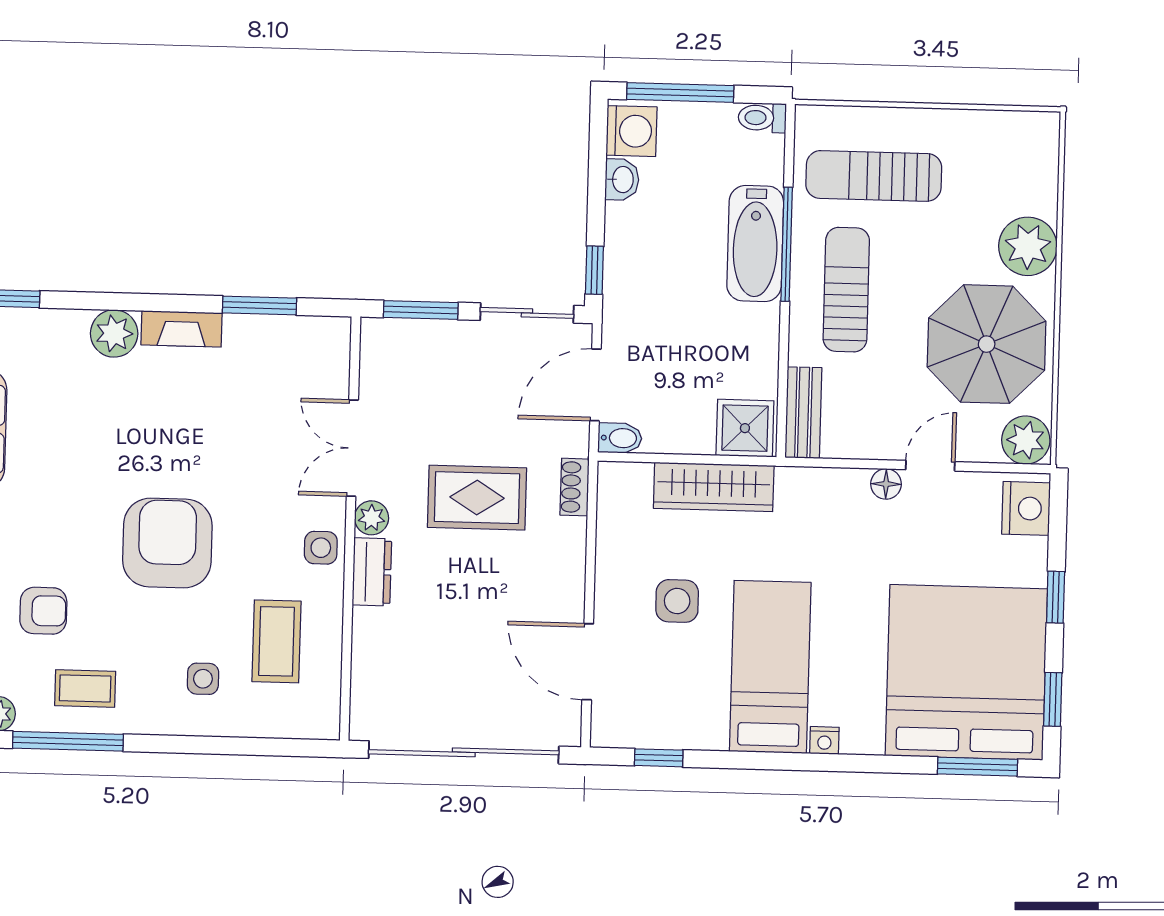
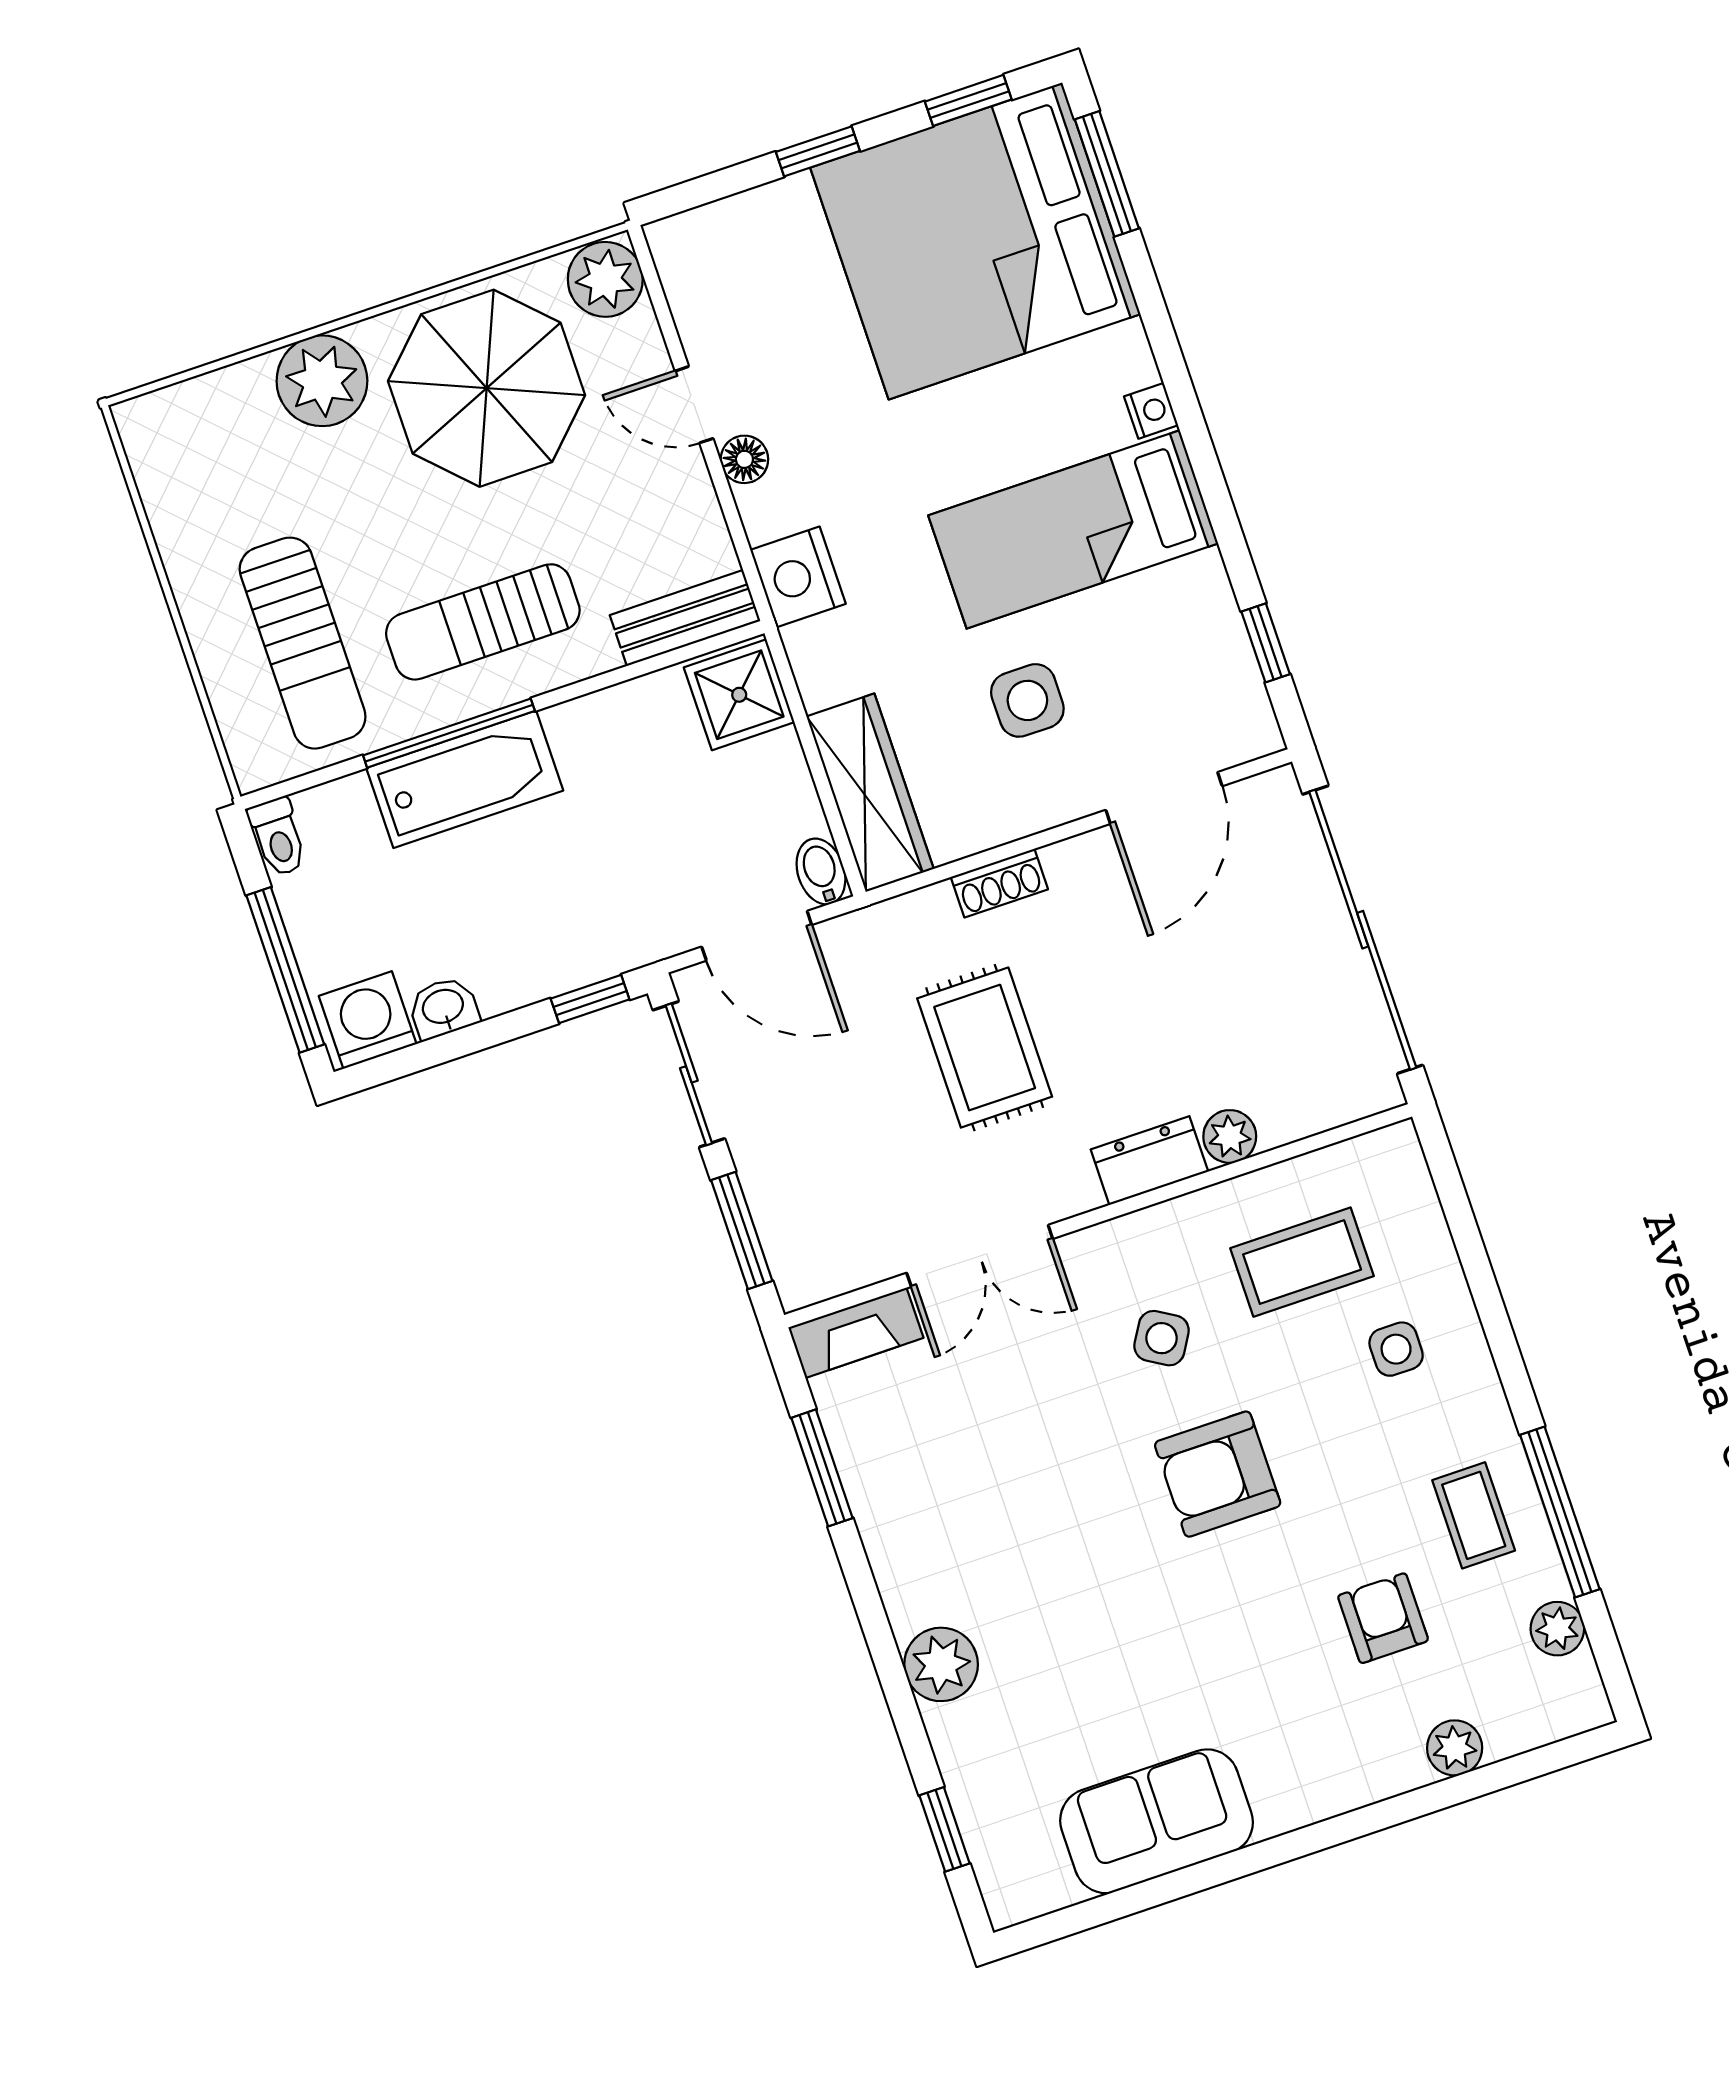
fireplace: (182, 329) -> (856, 1333), moved, turned 90
shoe rack: (575, 487) -> (999, 883), moved
wardrobe: (714, 487) -> (870, 793), moved
nightstand: (1026, 508) -> (798, 577), moved, turned -90
plant: (372, 518) -> (1230, 1136), moved
armchair: (167, 543) -> (1218, 1474), width x0.73, depth x0.73
side table: (321, 548) -> (1162, 1338), moved, turned 31

